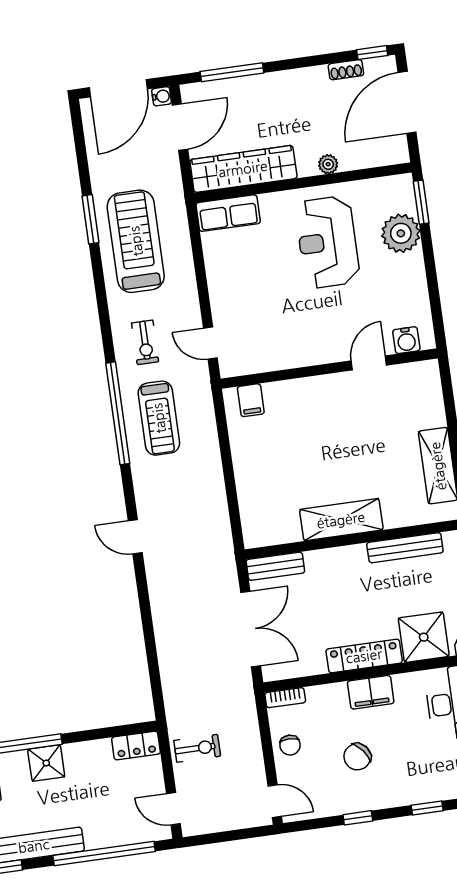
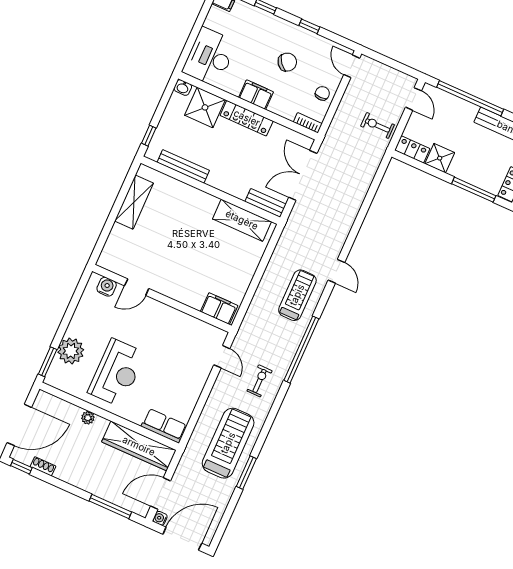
treadmill: (136, 241) -> (228, 443), turned 180
filing cabinet: (251, 400) -> (219, 309), width x2.00
treadmill: (159, 418) -> (297, 295), moved
shelving: (341, 520) -> (242, 220), moved
shower: (46, 763) -> (440, 158), moved

